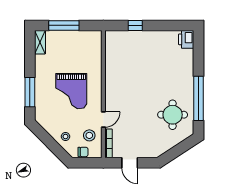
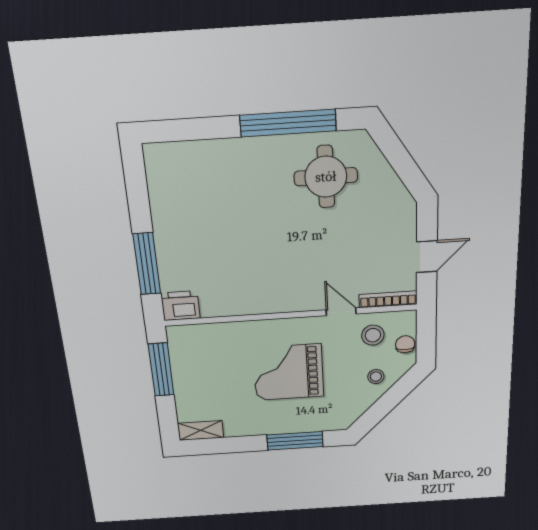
window: (64, 25) -> (161, 370), moved
window: (135, 25) -> (147, 264), width x2.17
printer: (186, 39) -> (180, 306), moved, turned 180
grand piano: (71, 91) -> (288, 372), turned 180

